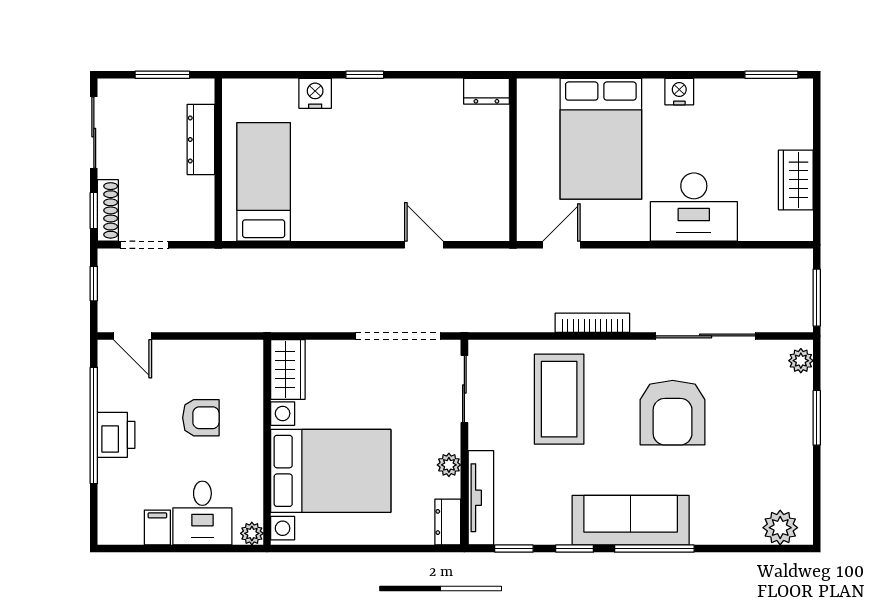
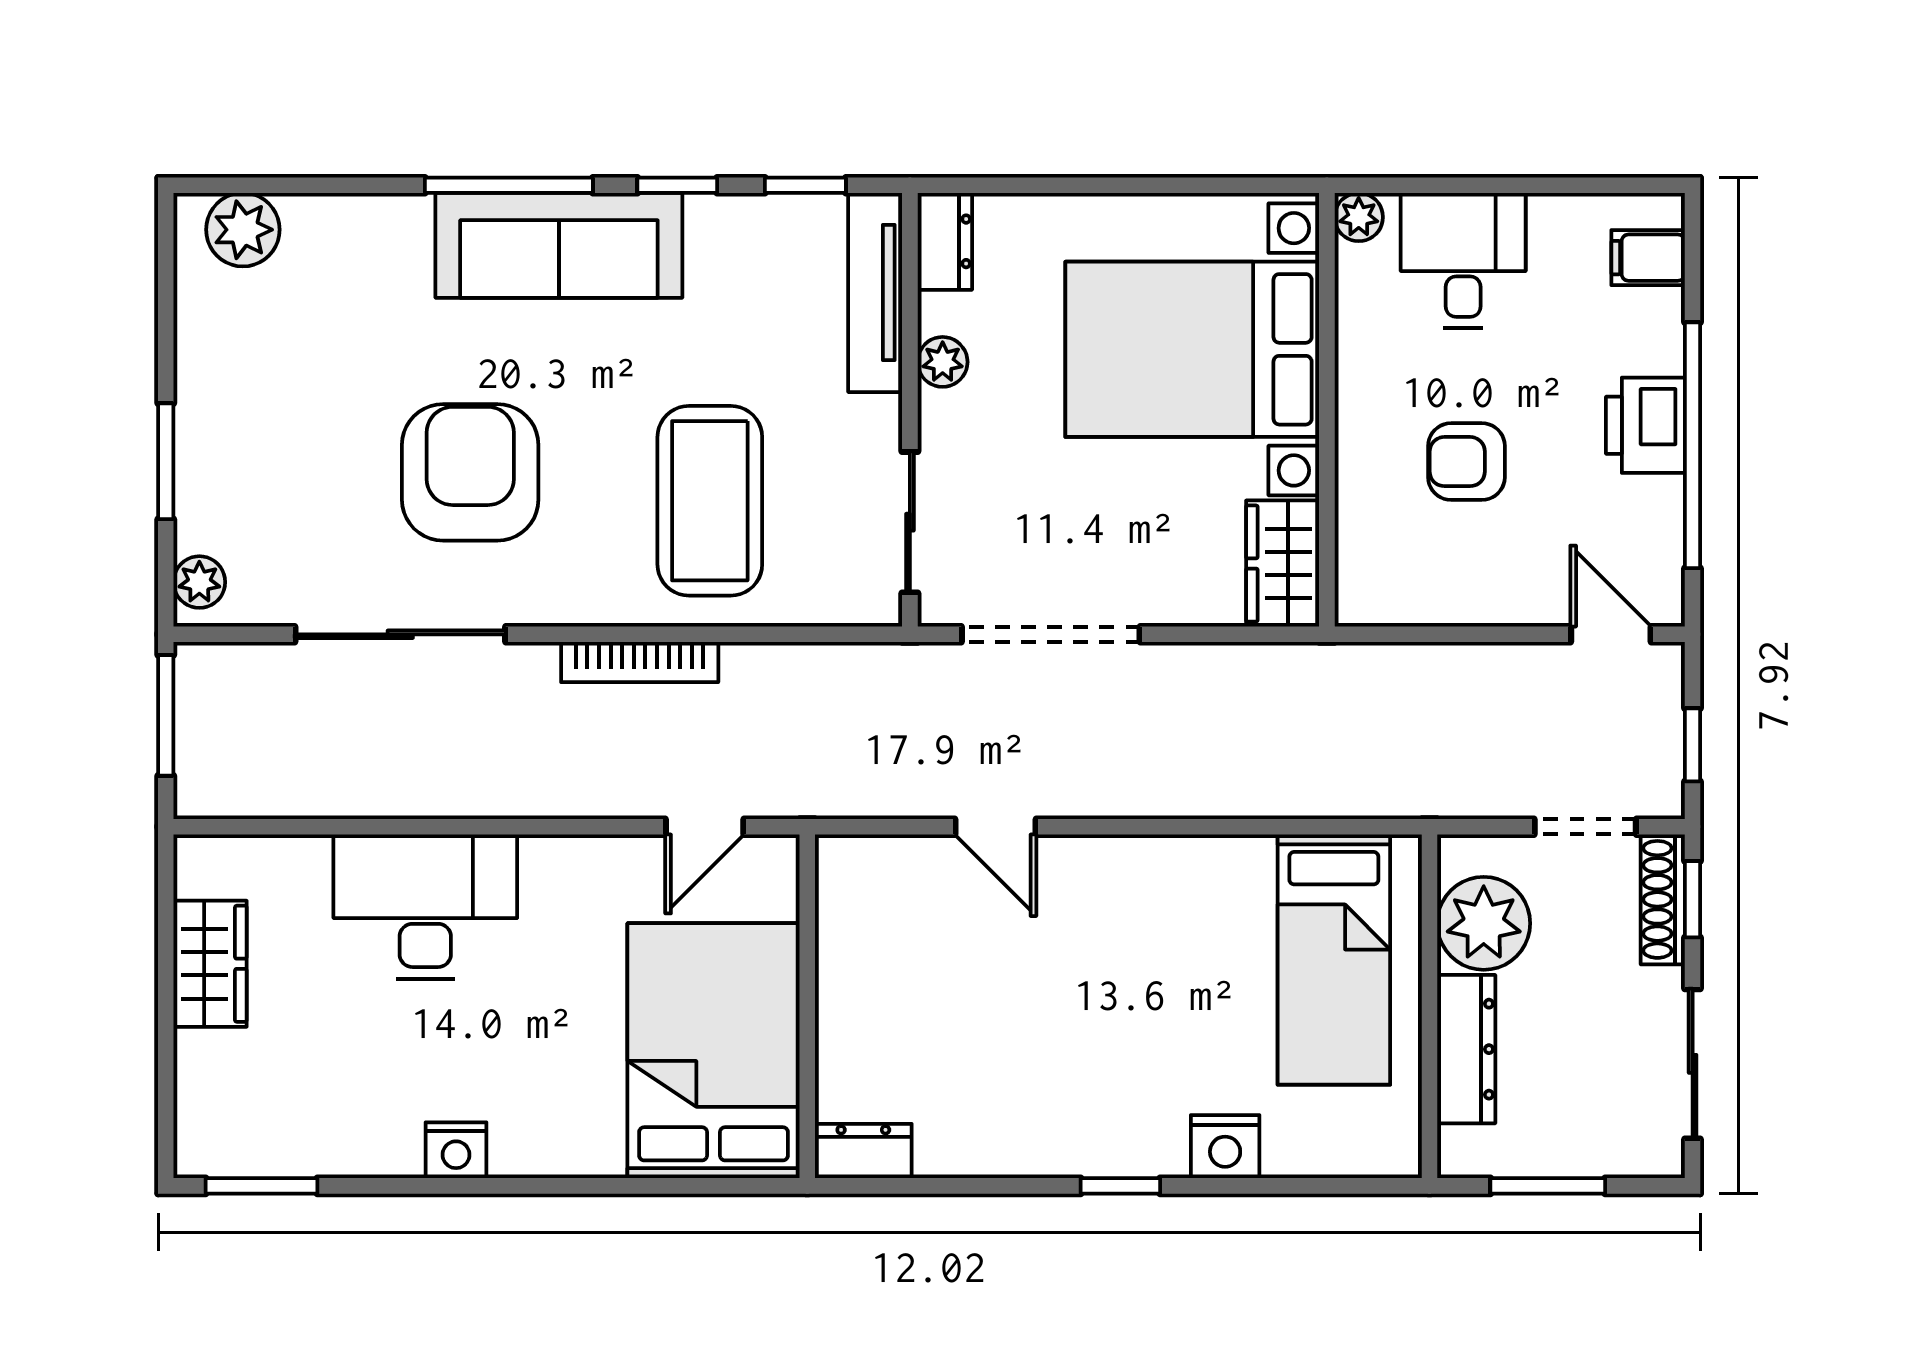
bed: (601, 139) -> (713, 1051), moved
plant: (193, 199) -> (1484, 923), added
filing cabinet: (157, 528) -> (1648, 258), moved, turned 90

